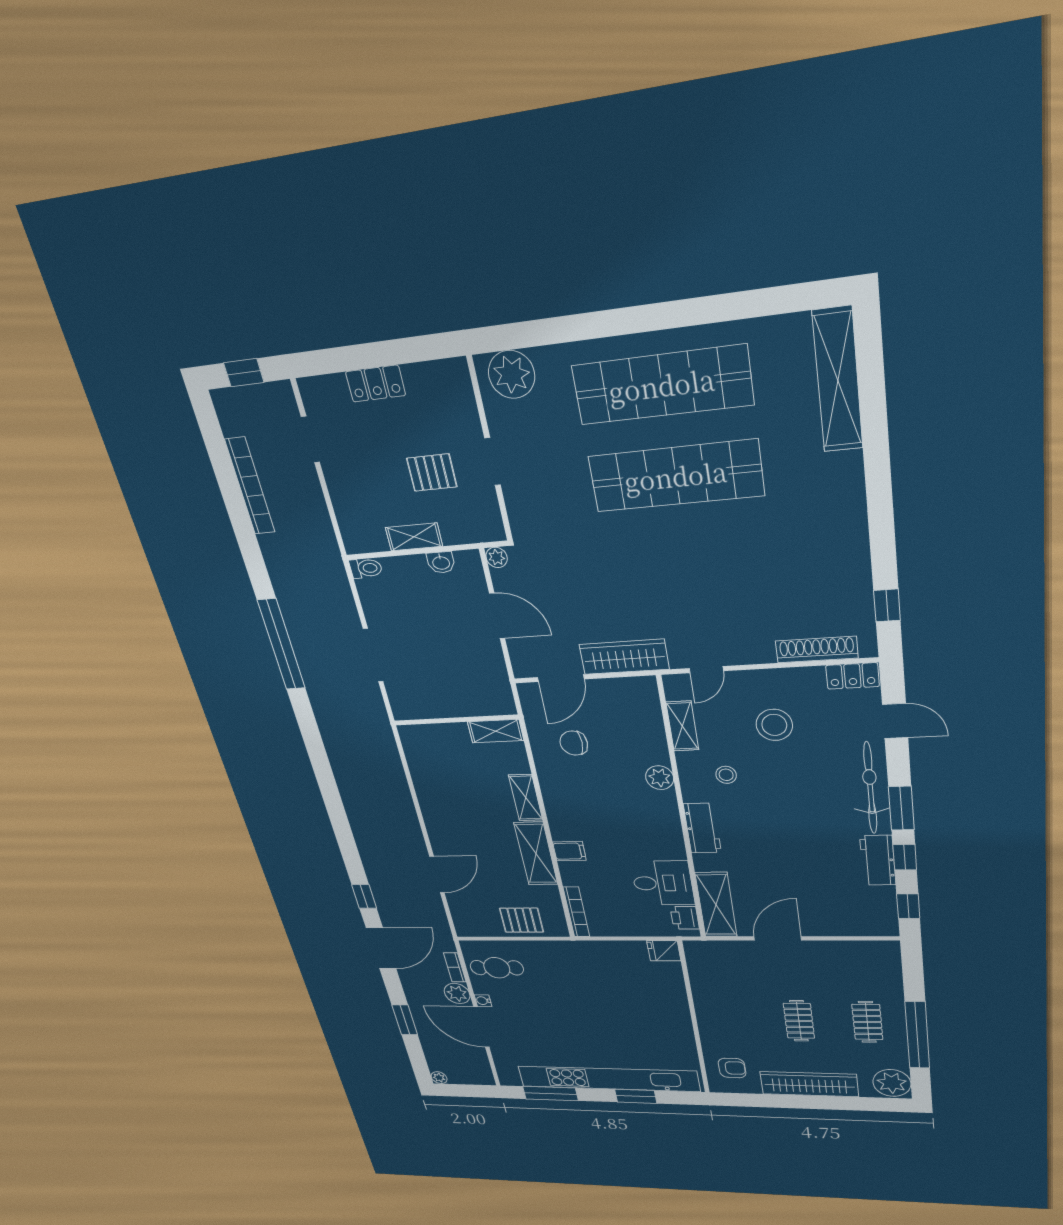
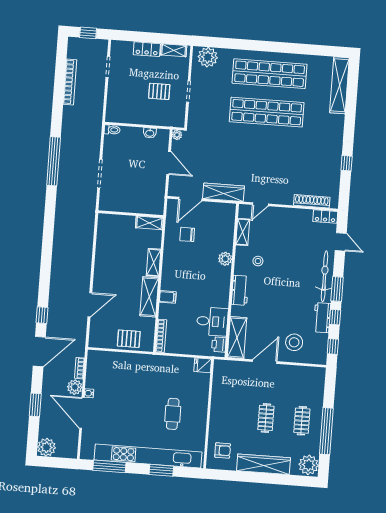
shelving: (414, 537) -> (174, 50), moved
window: (887, 605) -> (347, 163), moved
stool: (774, 725) -> (294, 342), moved
cafe table: (497, 968) -> (173, 414), moved, turned 90
plant: (439, 1078) -> (46, 447), width x1.88, depth x1.88

